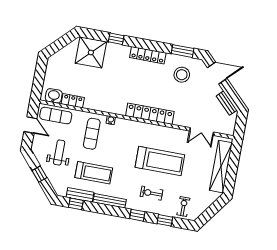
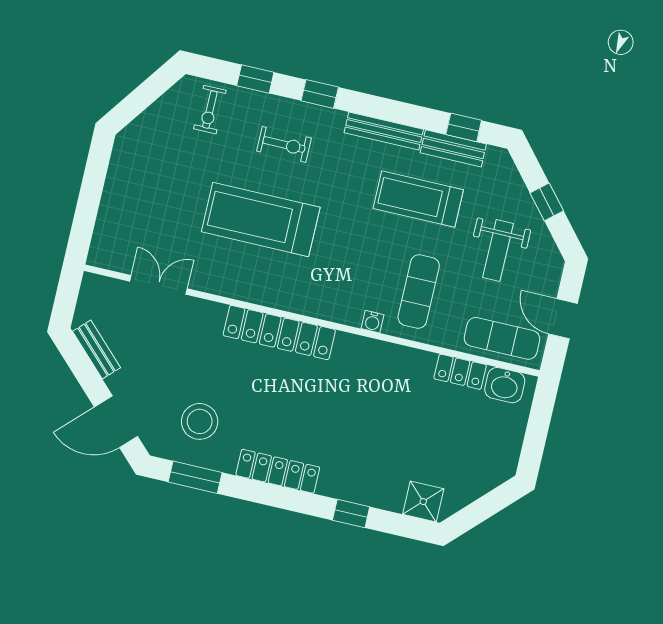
shower: (91, 52) -> (423, 502), width x0.54, depth x0.54
shelving: (221, 167) -> (117, 200), removed

